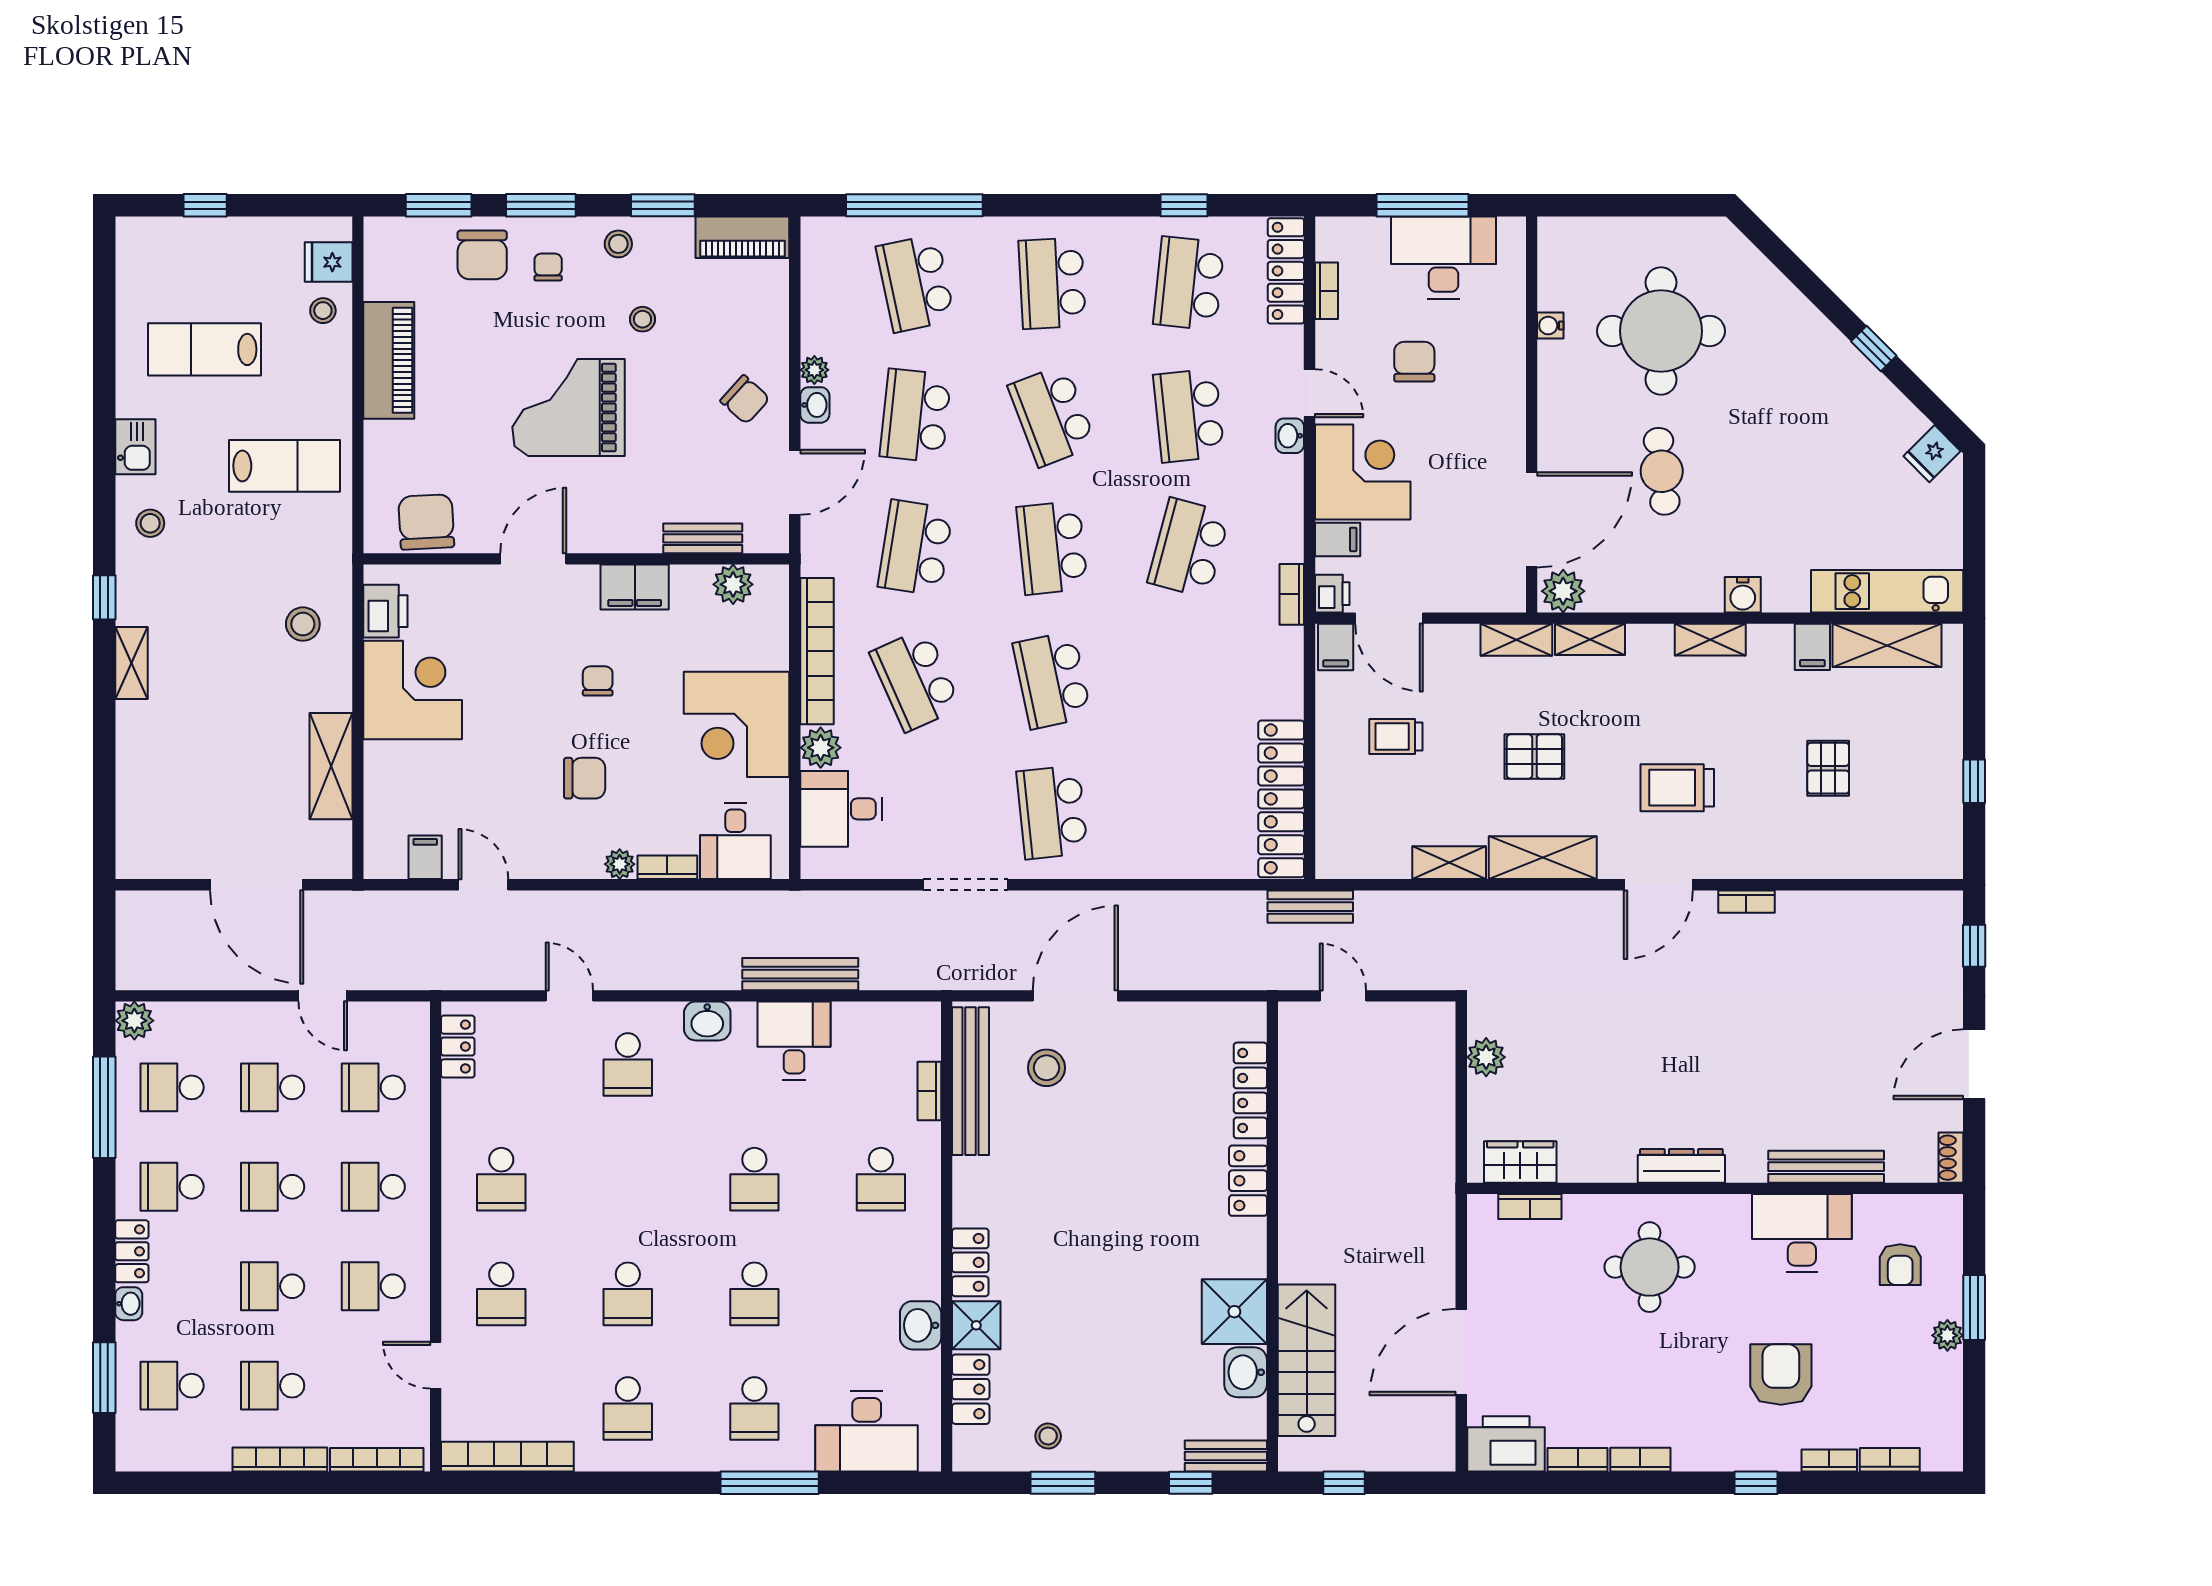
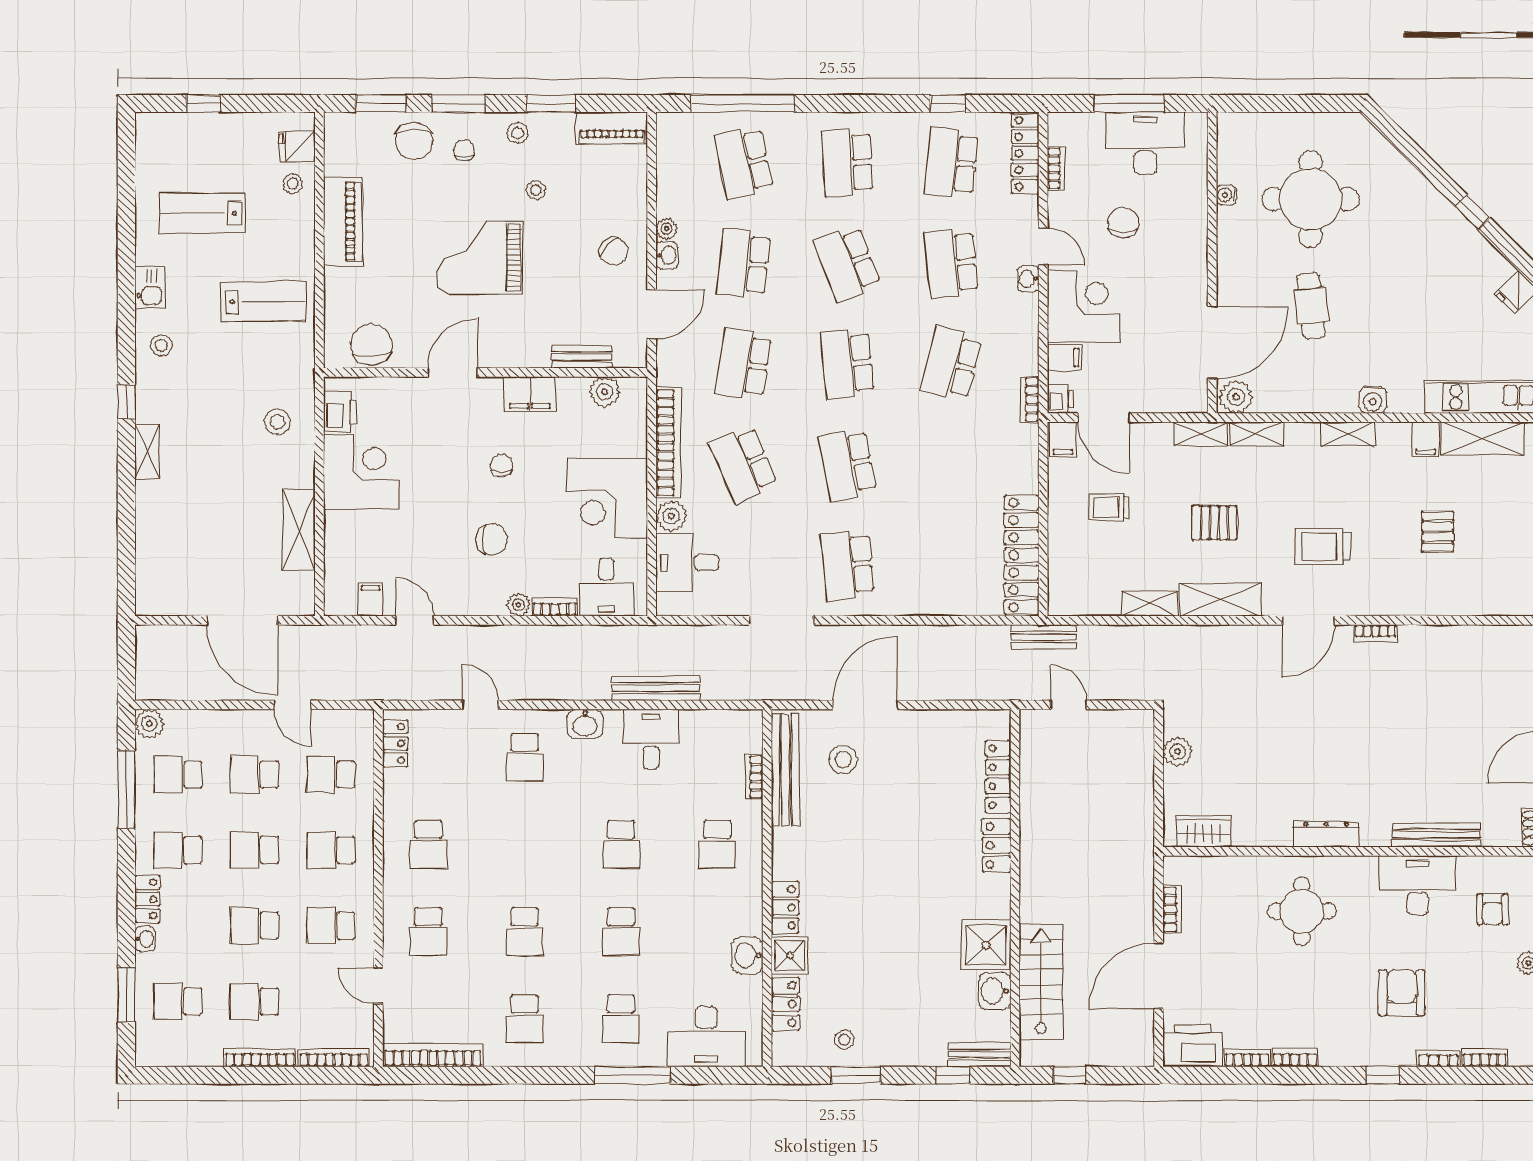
bookcase: (1530, 1207) -> (1172, 909), moved, turned -90

